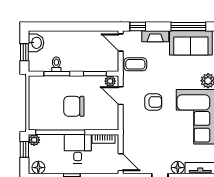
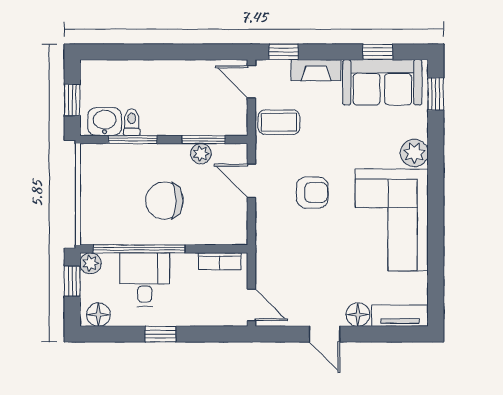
window: (188, 26) -> (378, 52), width x0.46
washbasin: (36, 43) -> (105, 122), moved, turned -90
plant: (110, 81) -> (201, 154), moved
desk: (78, 149) -> (145, 280), moved

